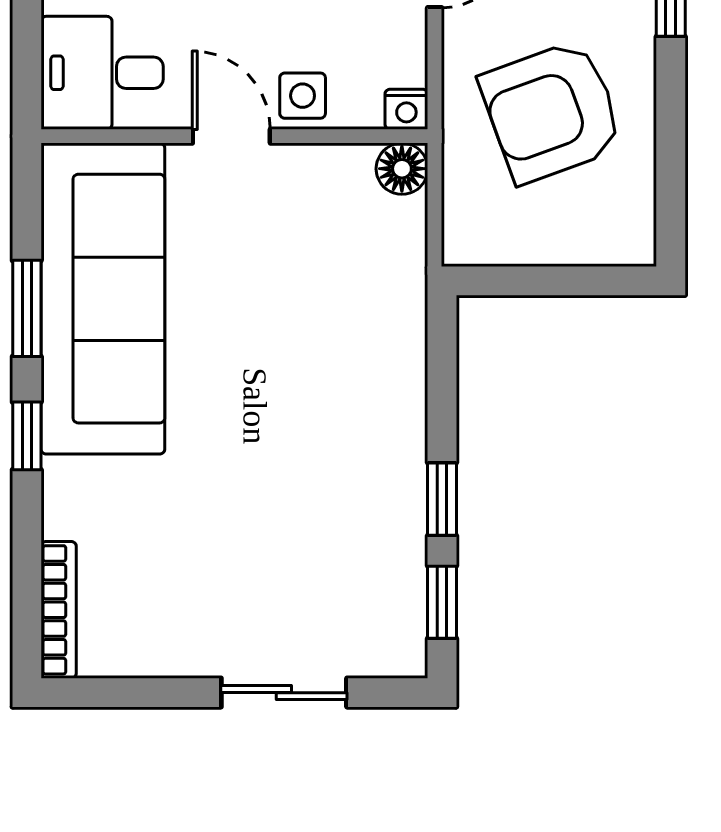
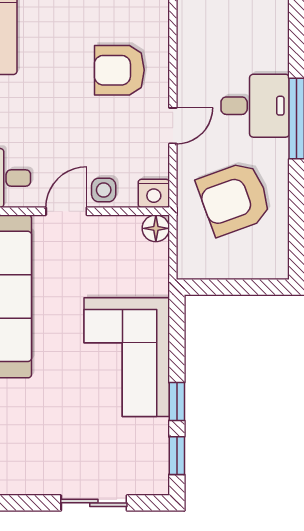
nightstand: (406, 109) -> (154, 193), width x1.39, depth x1.35
door: (231, 136) -> (66, 211), hinge flipped
corner sofa: (347, 414) -> (127, 357), added

